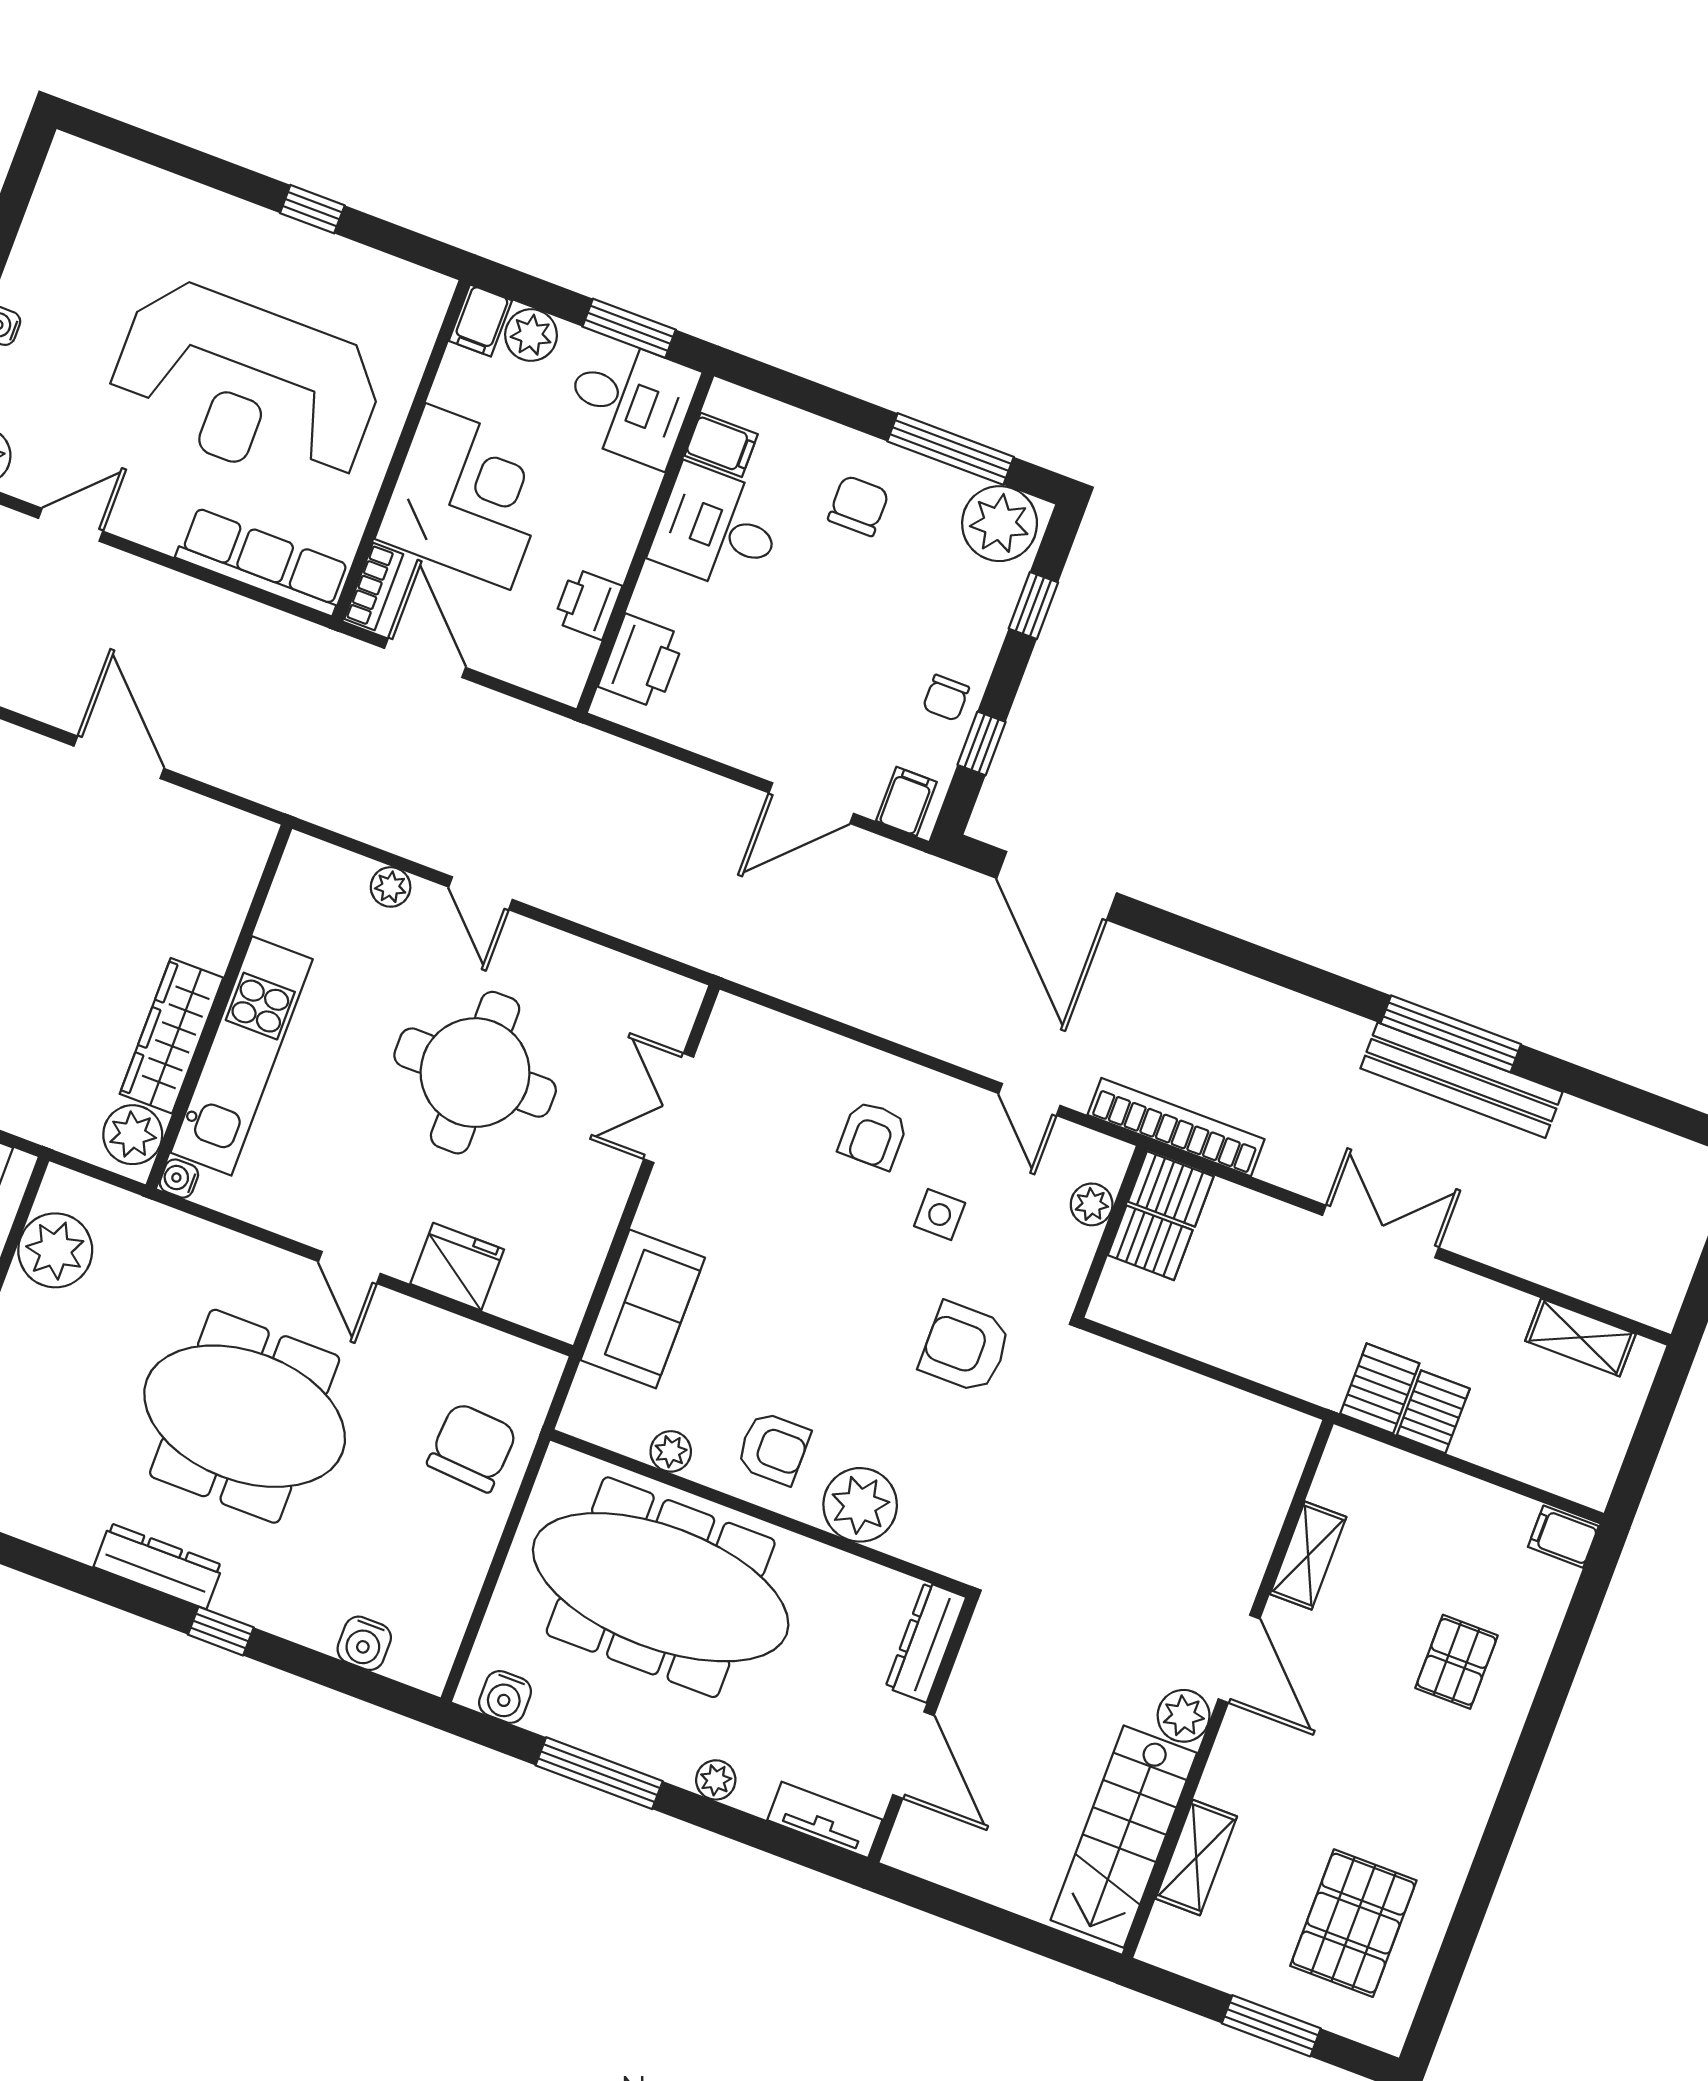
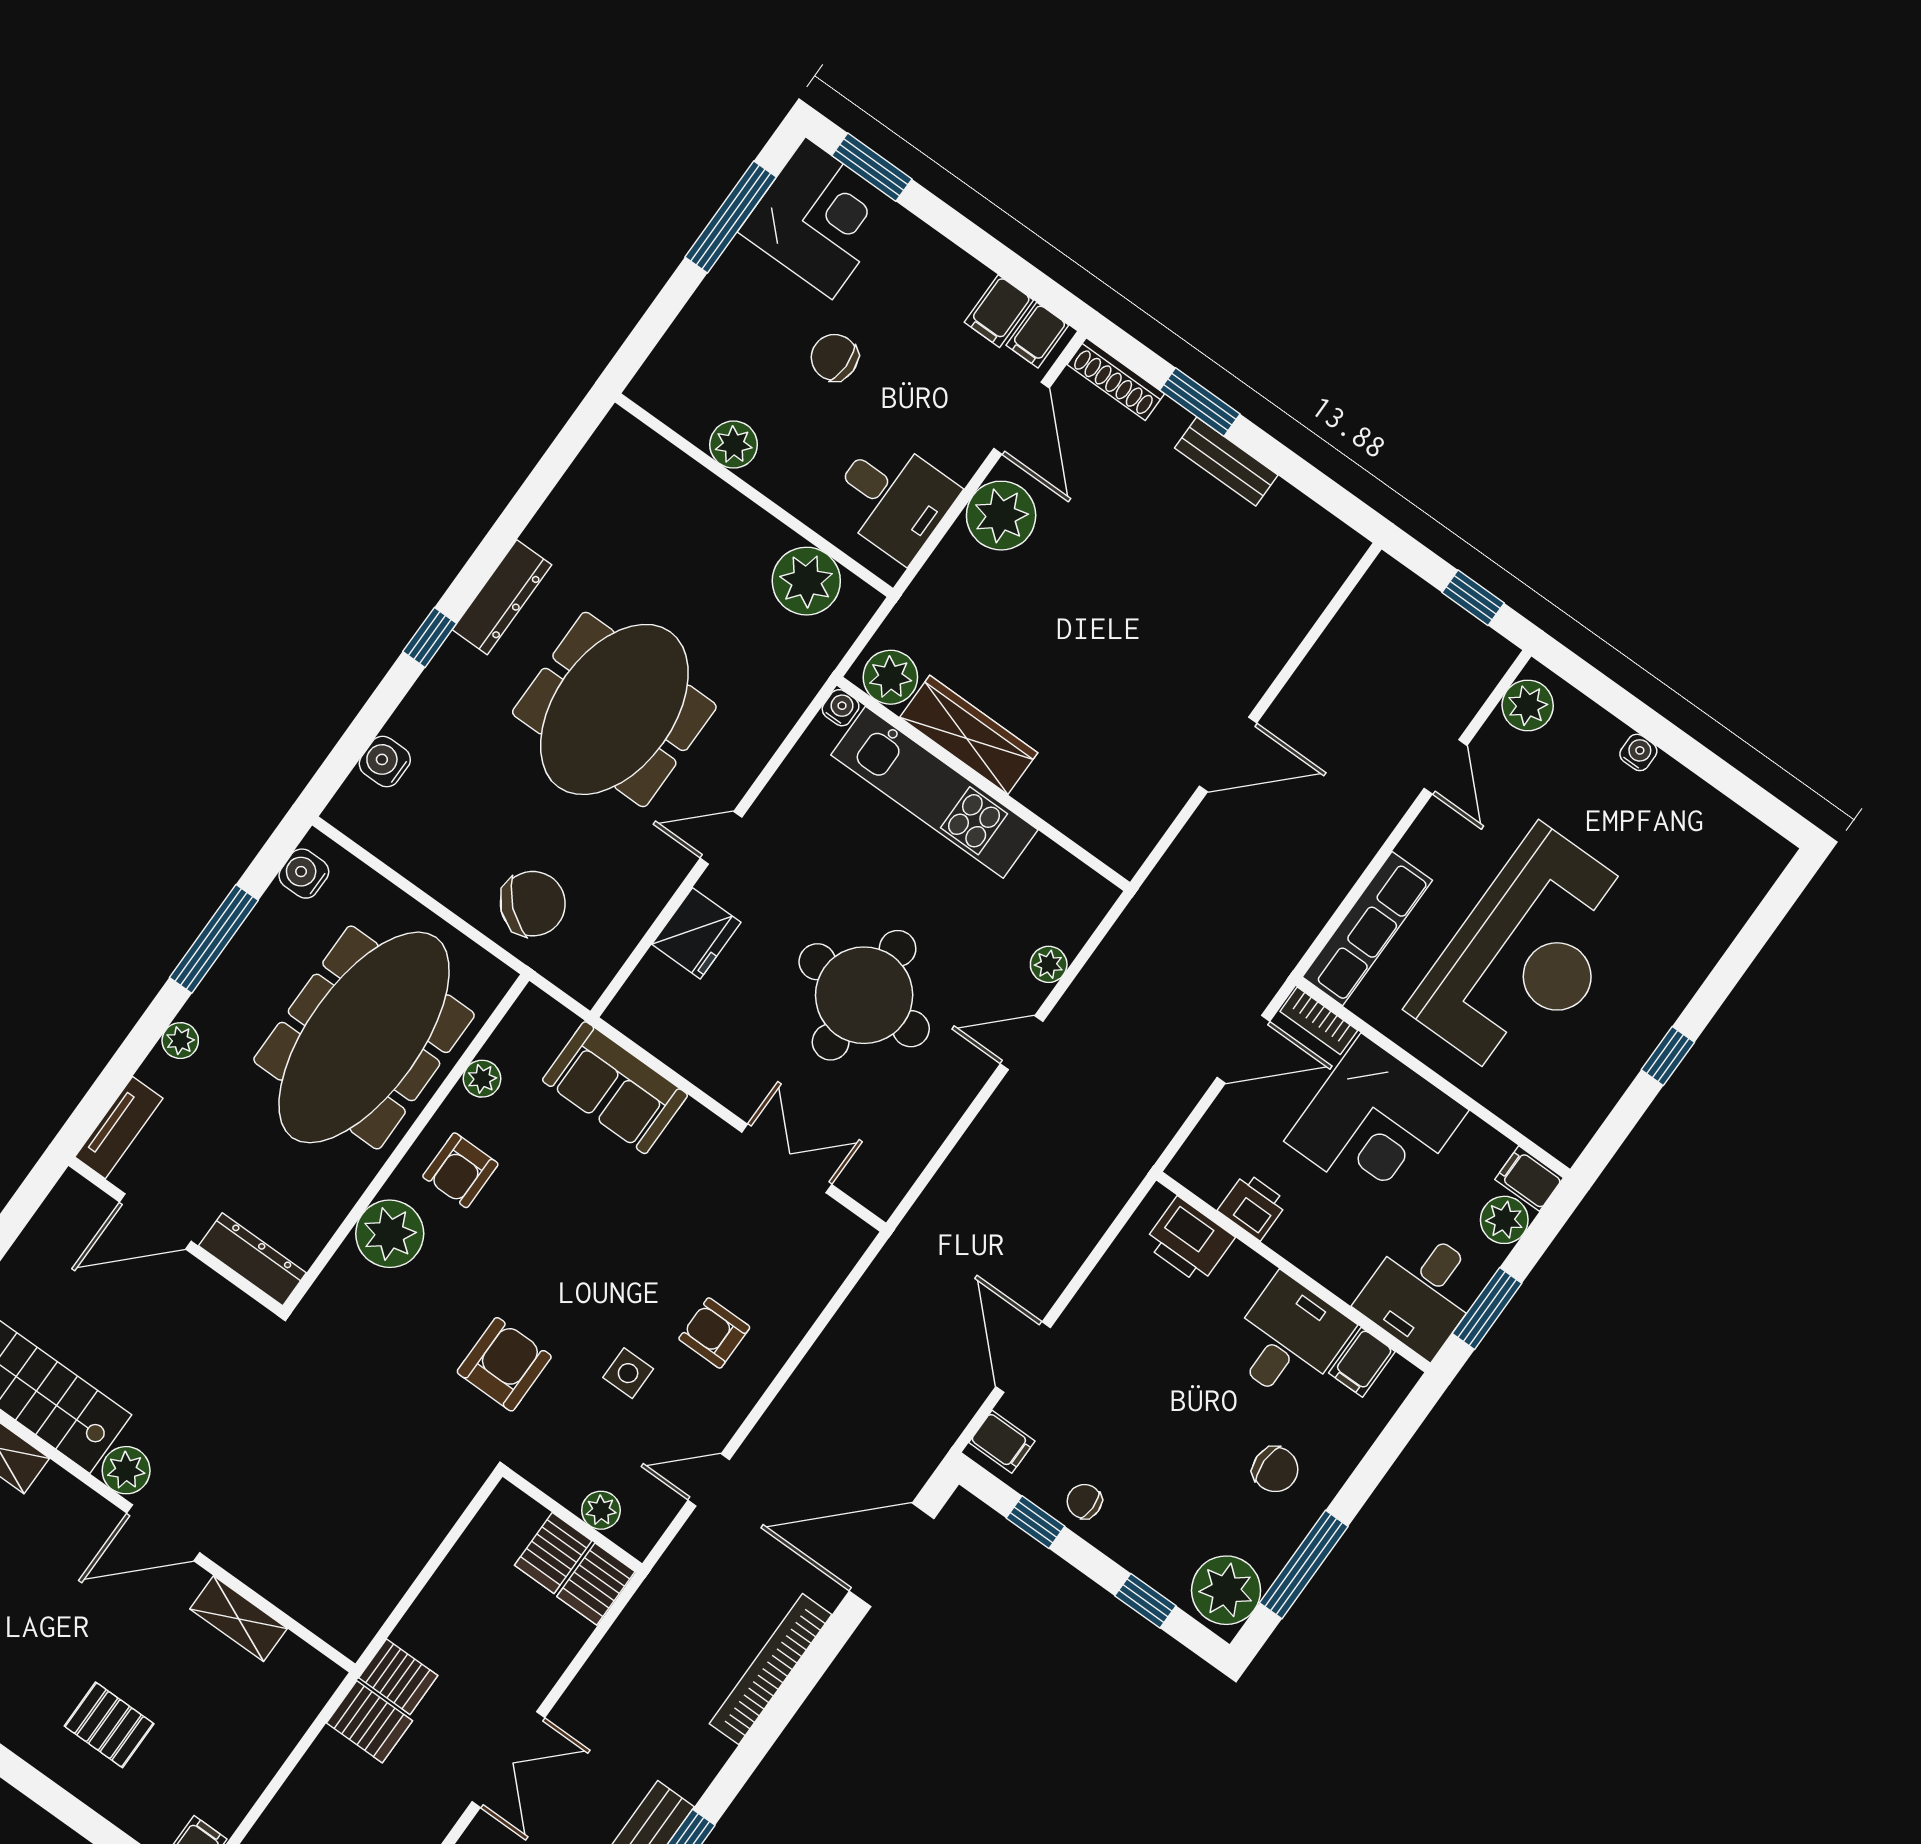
reception desk: (246, 385) -> (1527, 955), turned 180
bookcase: (1176, 1127) -> (771, 1669), moved, turned 180
server rack: (1433, 1412) -> (398, 1677), moved
chair: (472, 1447) -> (533, 904), turned -53

